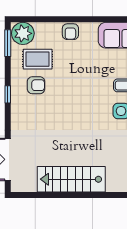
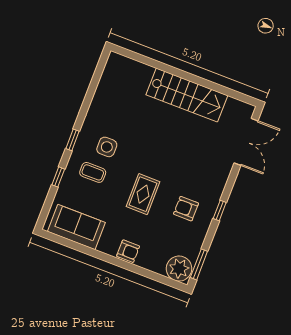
armchair: (70, 32) -> (128, 251), turned 90
rug: (38, 59) -> (143, 194), moved, turned 90

